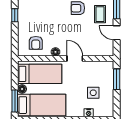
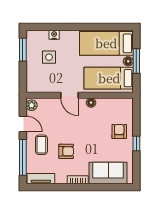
armchair: (36, 43) -> (119, 131), moved
plant: (109, 50) -> (32, 105), added
window: (117, 79) -> (23, 50), moved
window: (15, 101) -> (136, 61), moved

